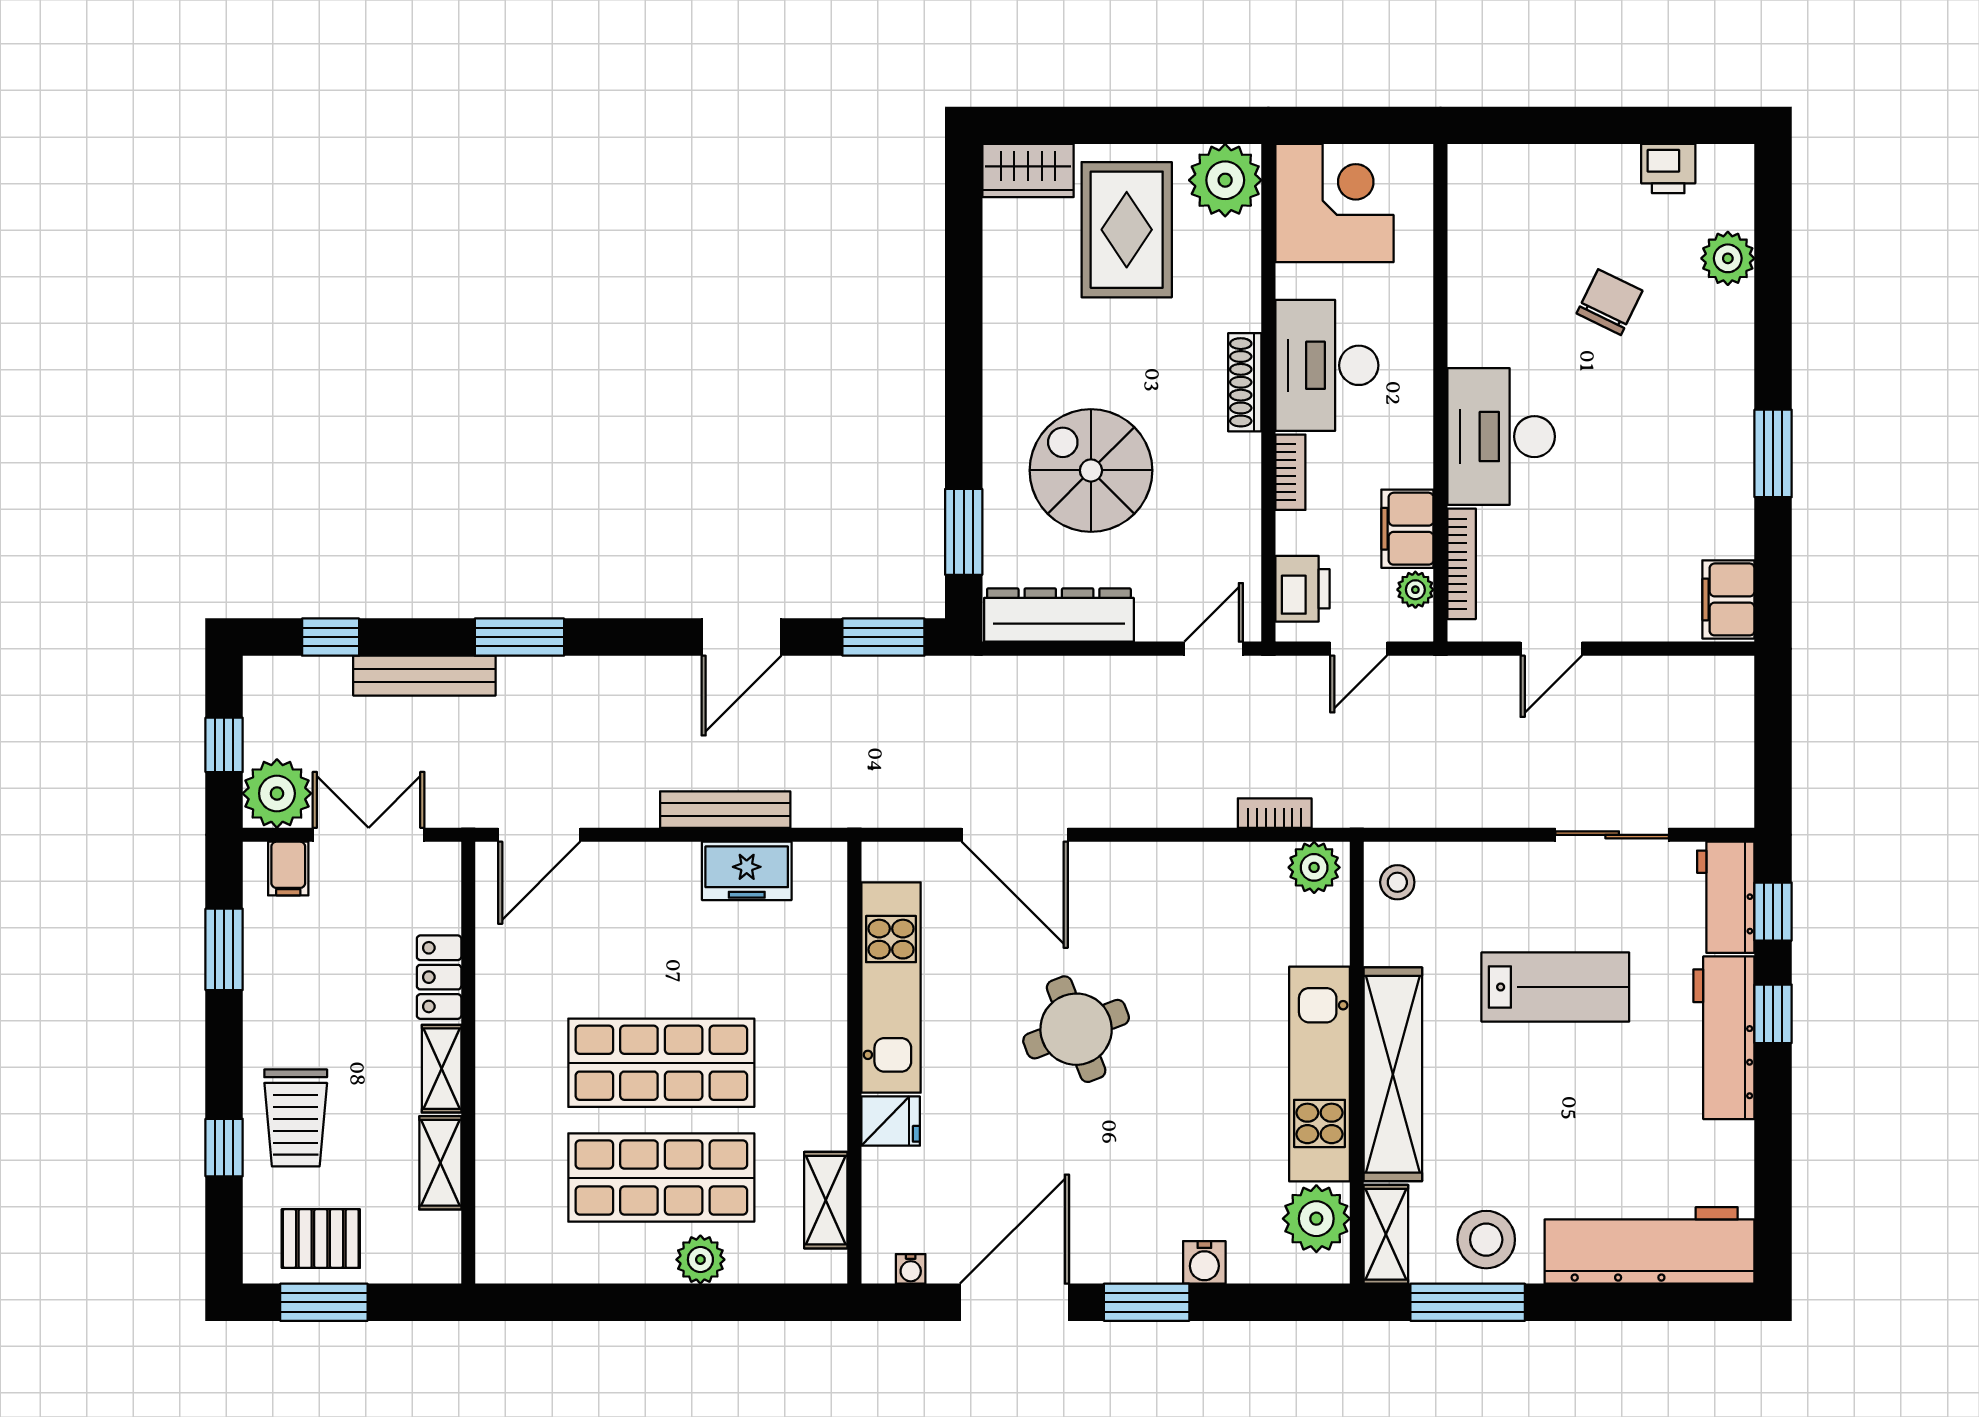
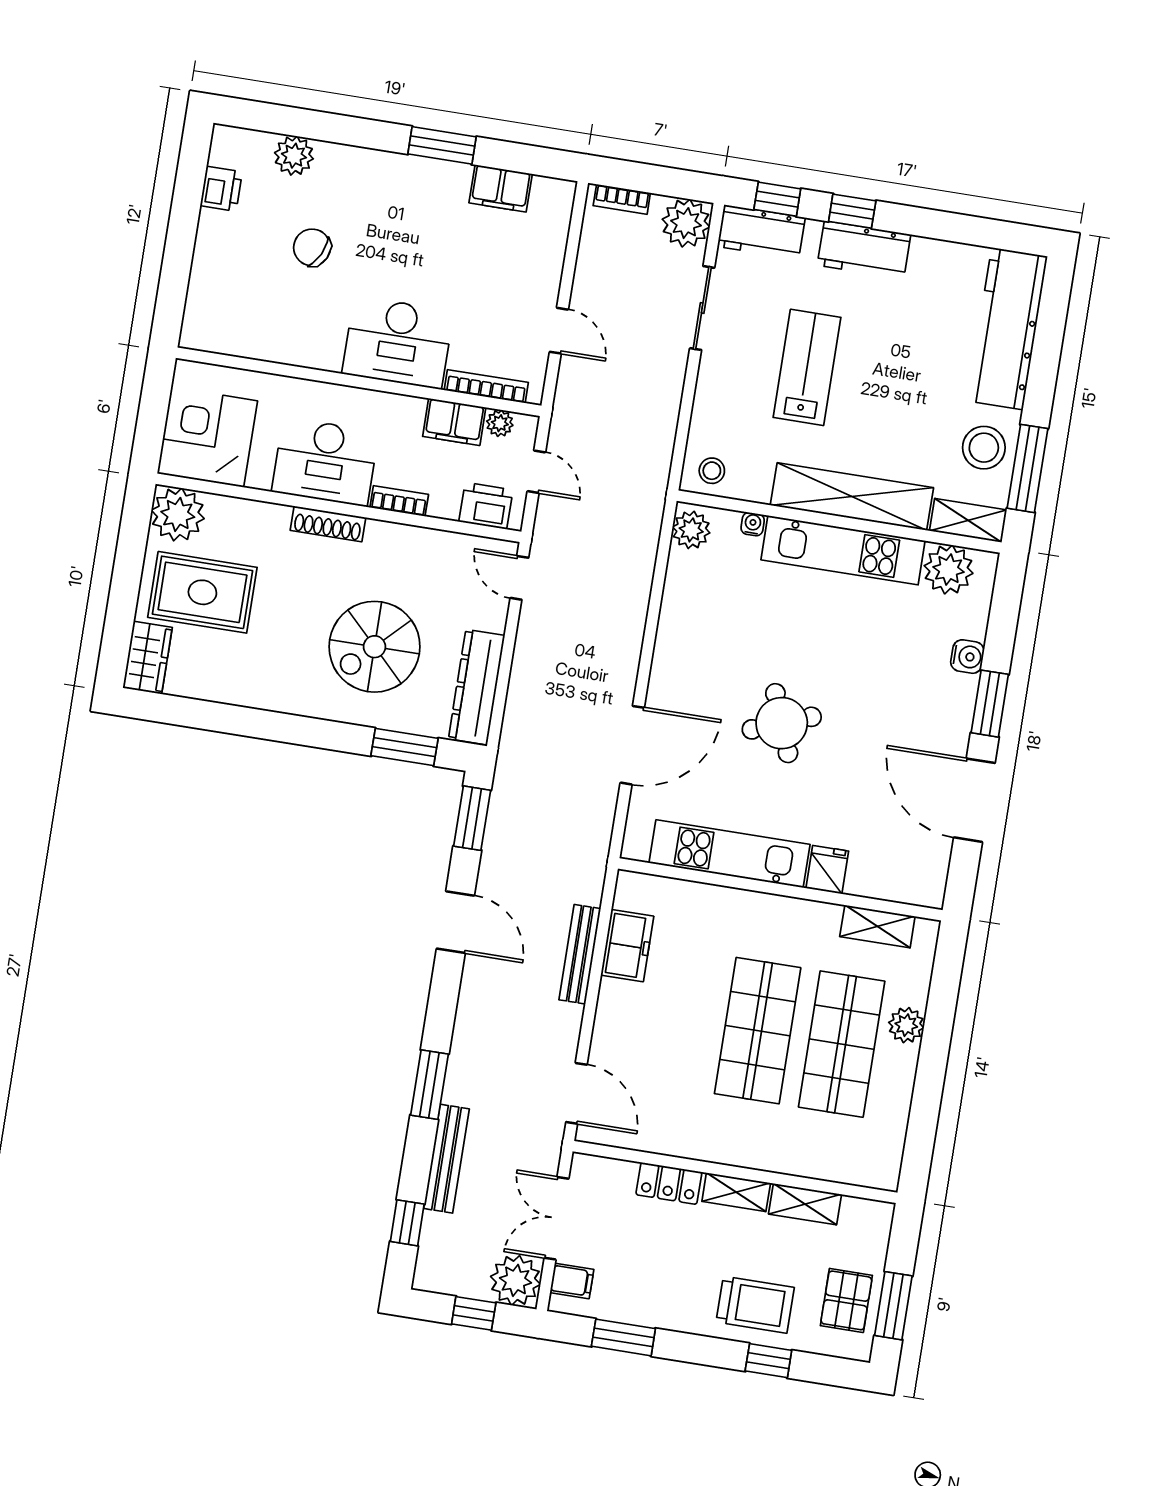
filing cabinet: (1728, 599) -> (501, 188), moved
plant: (1722, 795) -> (686, 223), added
bookcase: (1275, 813) -> (622, 199), moved, turned -90
workbench: (1724, 1038) -> (864, 250), width x0.73
water cooler: (911, 1269) -> (753, 524), moved, turned -90

